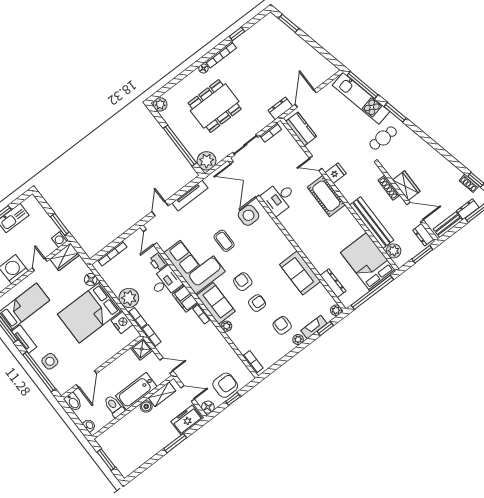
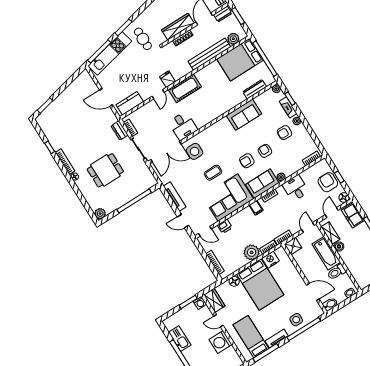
dining table: (215, 106) -> (105, 170), width x0.73
dresser: (280, 108) -> (120, 130), moved
plant: (206, 161) -> (148, 181), removed
wardrobe: (406, 186) -> (178, 27), width x1.50
desk: (166, 282) -> (296, 188), moved
filing cabinet: (185, 299) -> (256, 208), width x0.50

